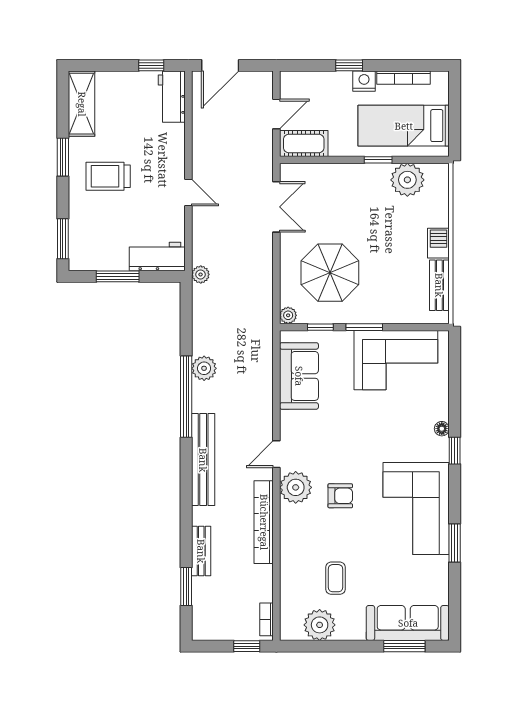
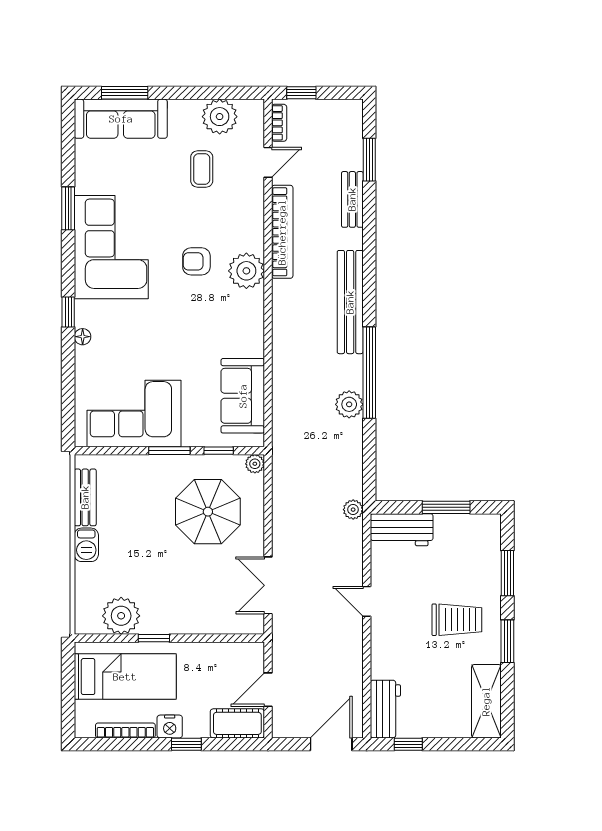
cot: (304, 143) -> (237, 723), moved
window: (63, 239) -> (507, 573), moved
door: (276, 454) -> (268, 162), moved

